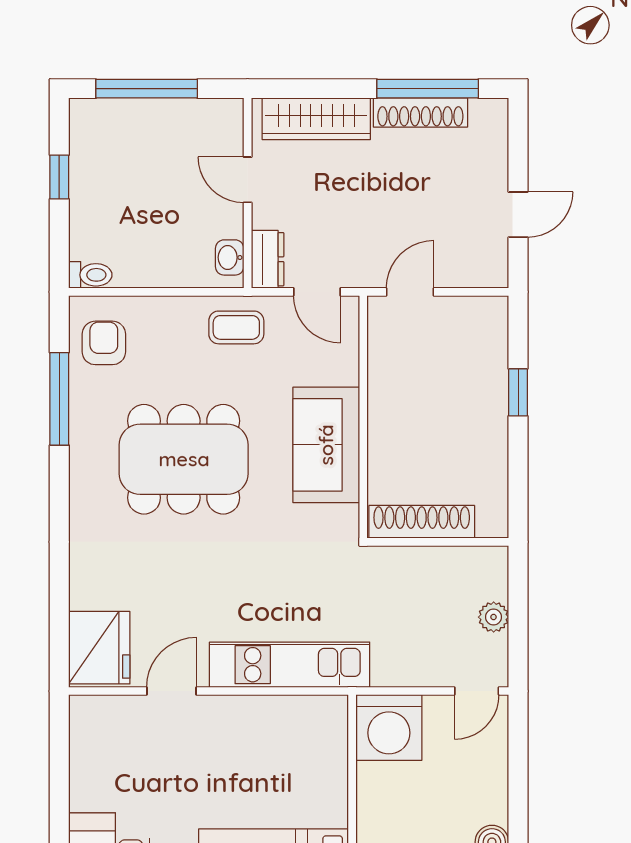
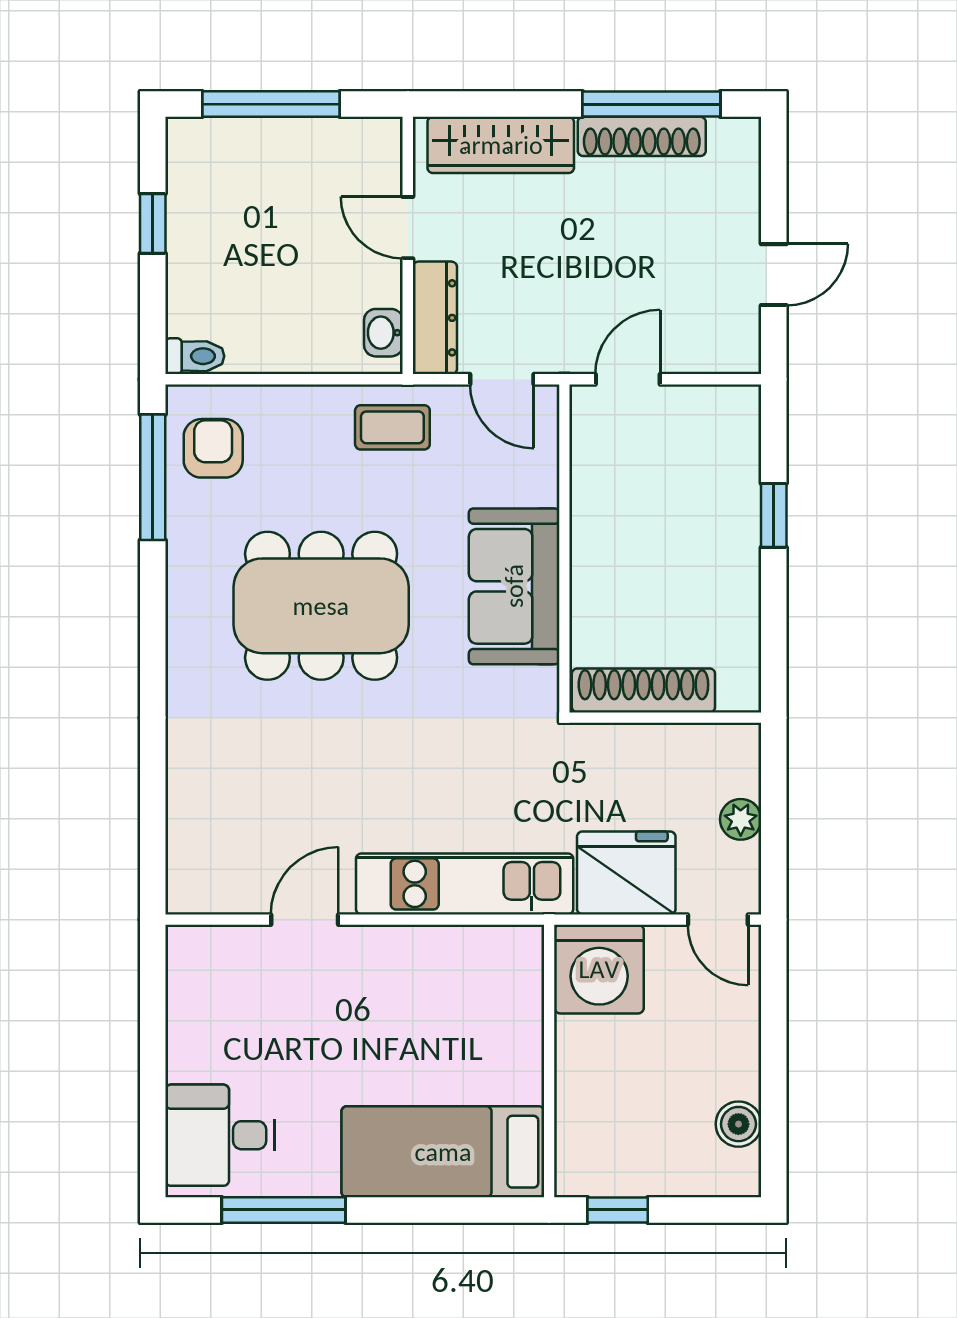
dresser: (268, 259) -> (435, 318), width x1.44
window: (59, 399) -> (153, 477), moved
fridge: (99, 648) -> (626, 873), moved, turned -90
door: (477, 691) -> (718, 920), hinge flipped

